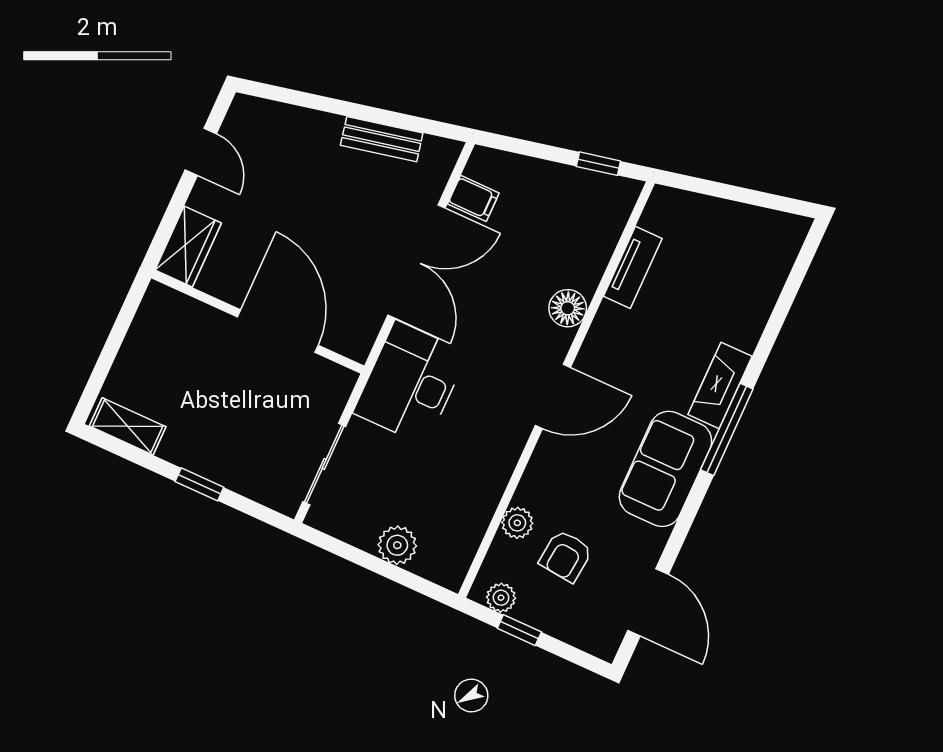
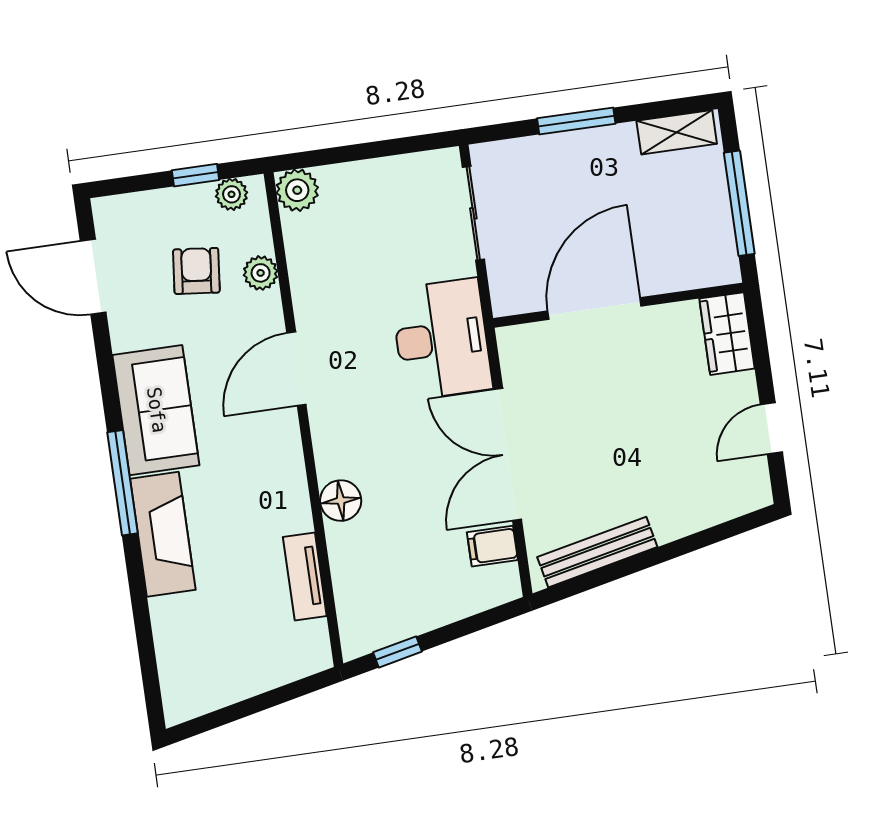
bench: (382, 139) -> (597, 552), width x1.36
door: (201, 152) -> (771, 428), hinge flipped
door: (278, 331) -> (594, 309), swing flipped
window: (115, 341) -> (739, 203), added
fireplace: (720, 385) -> (163, 534), width x1.37, depth x1.32
door: (553, 396) -> (296, 369), moved
window: (199, 484) -> (576, 121), width x1.50
plant: (397, 545) -> (297, 190), moved

